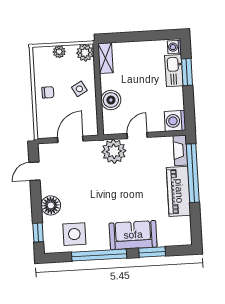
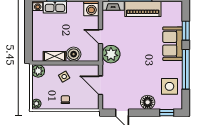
plant: (59, 52) -> (36, 104), moved
shelving: (105, 58) -> (55, 56), moved

